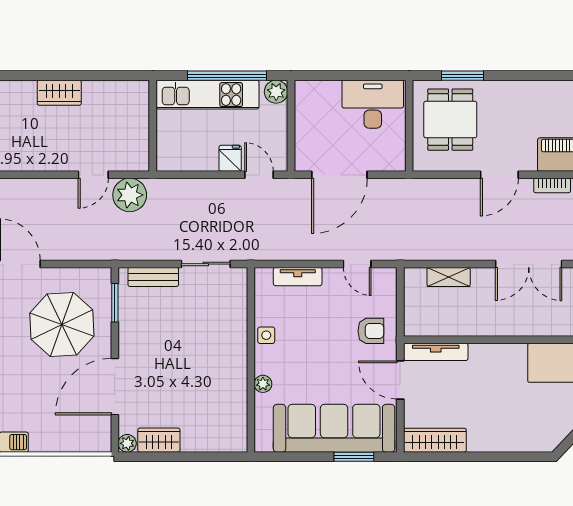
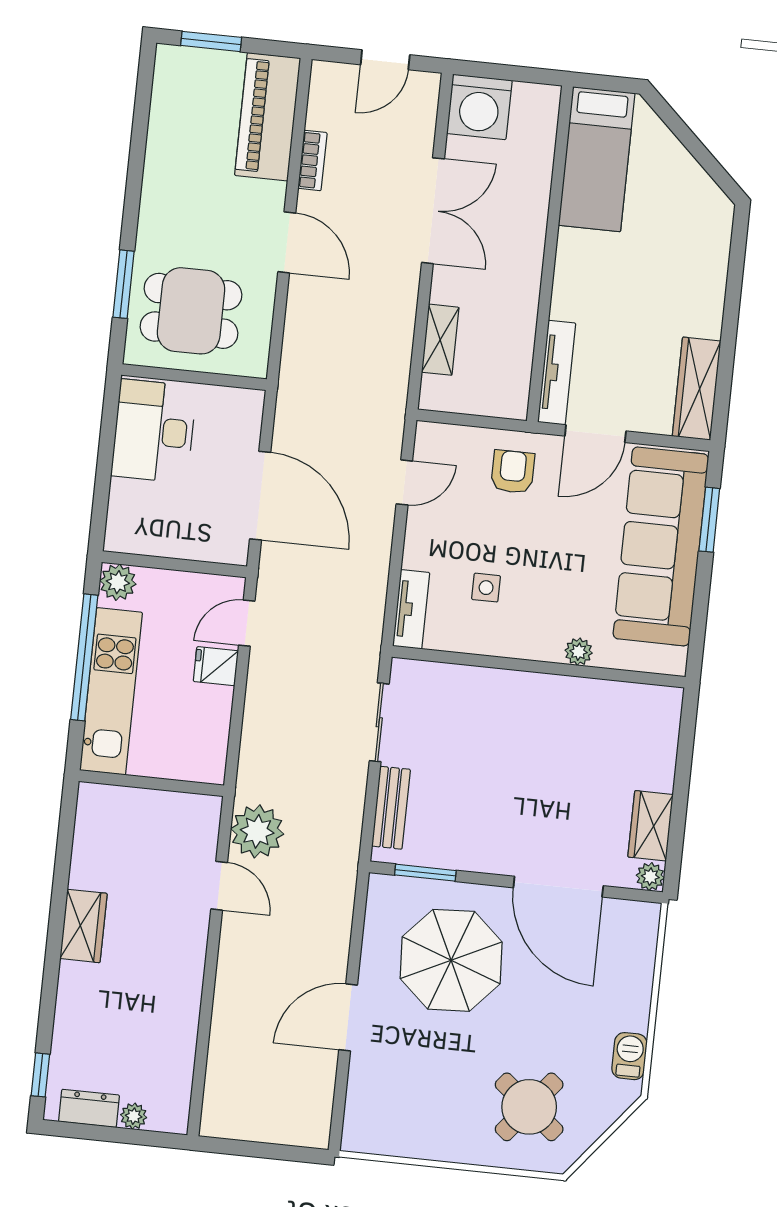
tv unit: (298, 277) -> (411, 609), moved
side table: (266, 335) -> (486, 588), moved

